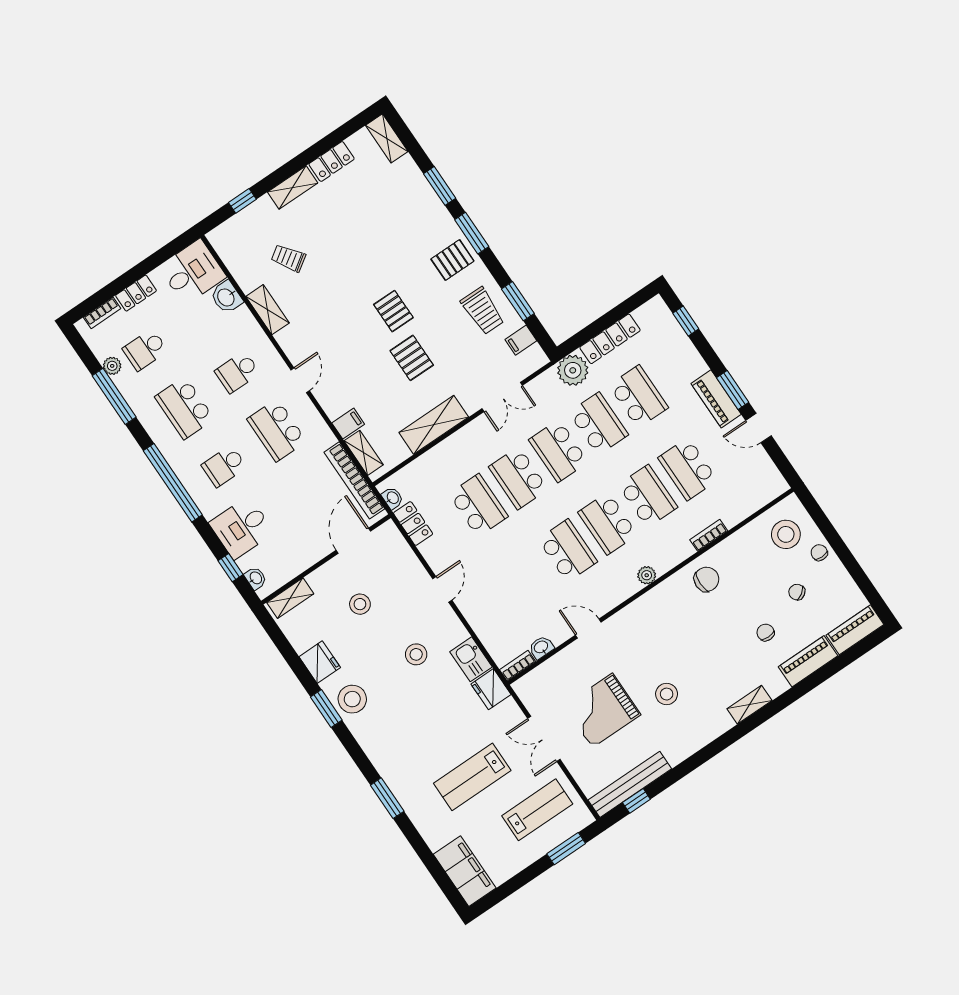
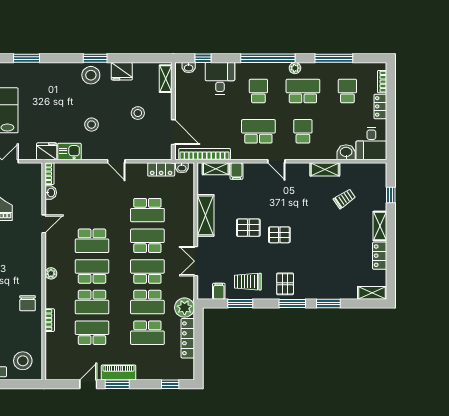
plant: (112, 366) -> (295, 68), moved

